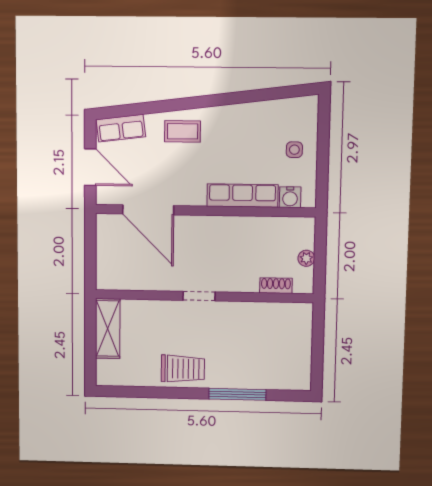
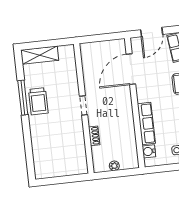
shoe rack: (276, 286) -> (94, 136), moved
shelving: (108, 329) -> (40, 55), moved
window: (237, 394) -> (23, 98), moved

